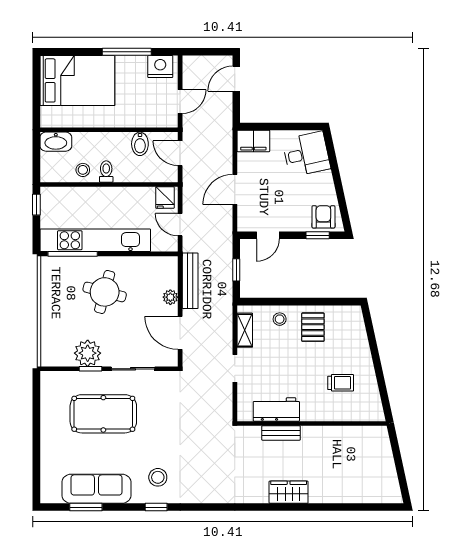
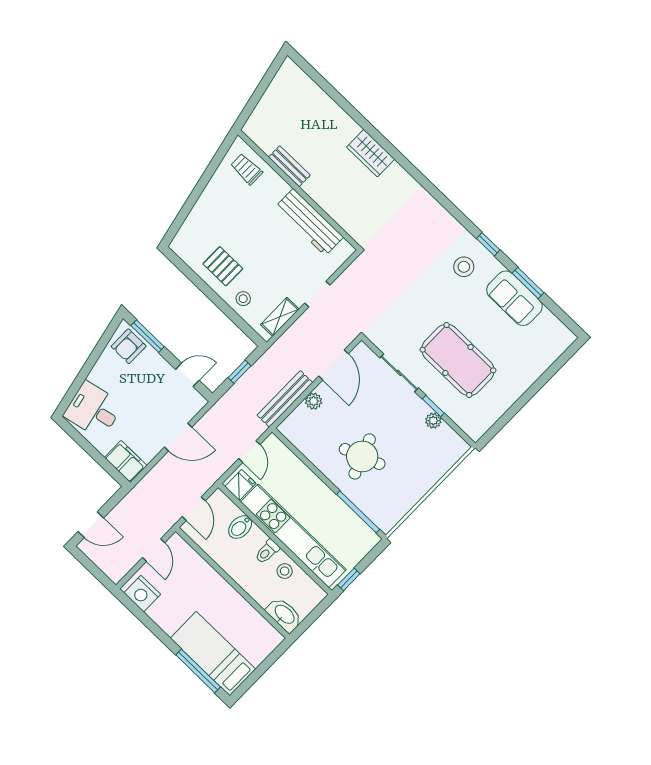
window: (127, 52) -> (198, 671), moved
bed: (77, 80) -> (213, 654), width x0.67
door: (180, 102) -> (154, 550), swing flipped
bidet: (140, 144) -> (240, 527), moved, turned 180
window: (318, 235) -> (148, 336), width x1.50
kitchen unit: (95, 240) -> (293, 536), moved, turned 180
round table: (105, 292) -> (362, 456), turned -36
pallet: (313, 327) -> (223, 266), turned 90
plant: (88, 353) -> (433, 421), width x0.53, depth x0.53
trolley: (341, 383) -> (247, 169), moved
workbench: (276, 409) -> (309, 222), width x1.38
bench: (281, 433) -> (289, 166), moved
sofa: (96, 489) -> (514, 298), width x0.73
window: (86, 507) -> (528, 283), moved

